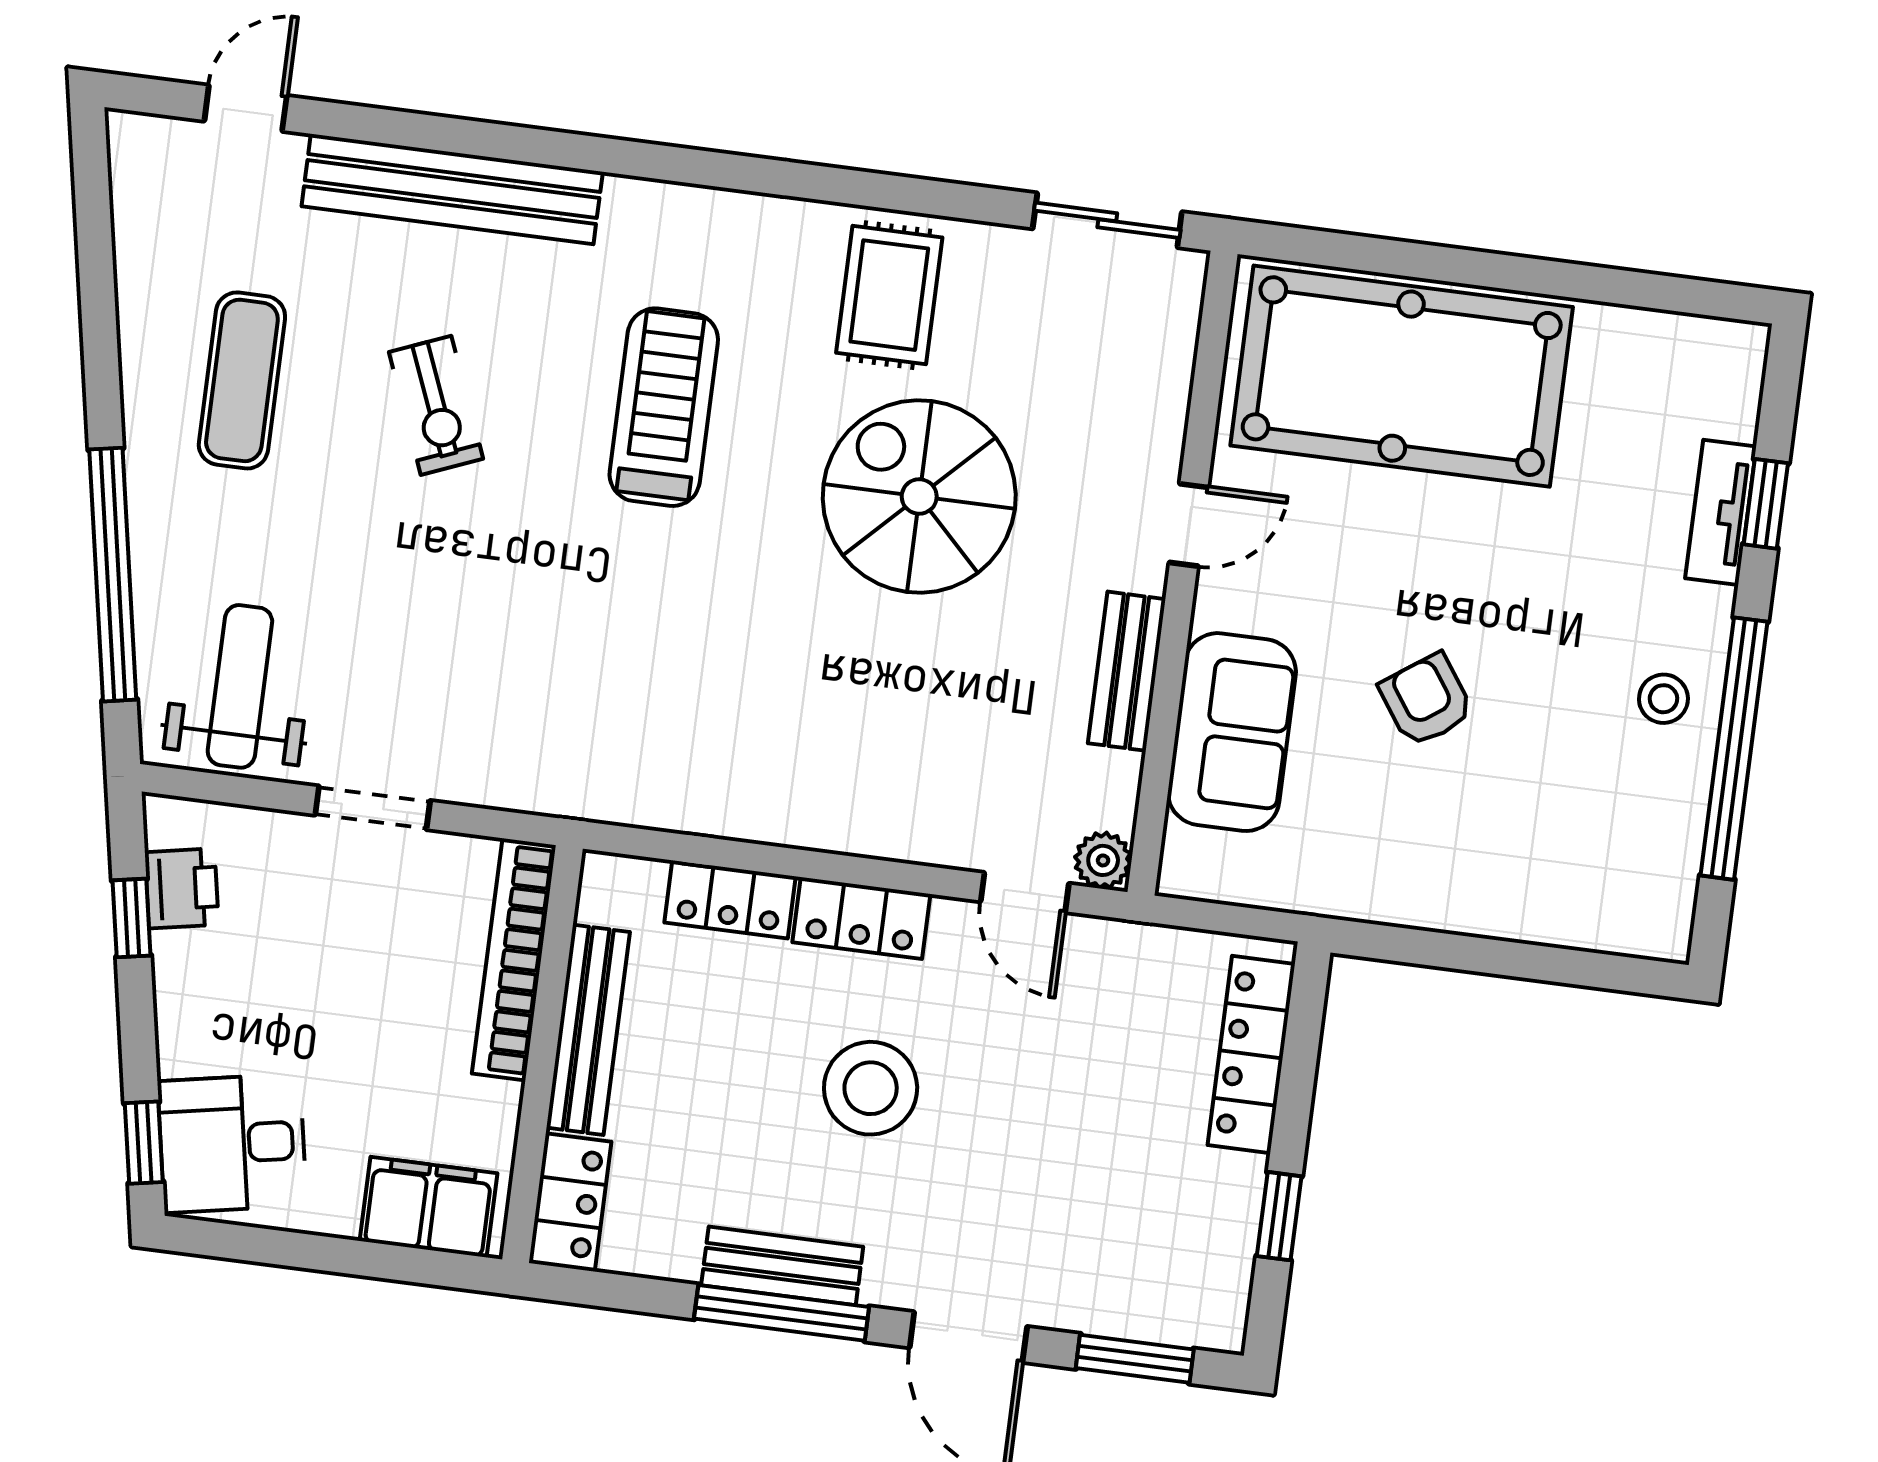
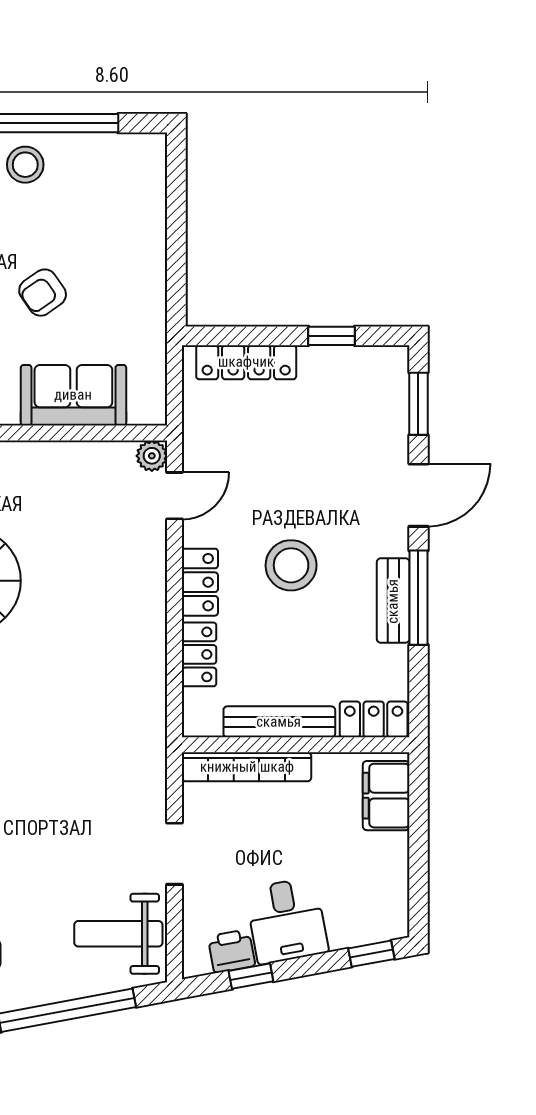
bench: (1127, 671) -> (48, 456), removed
stool: (1663, 699) -> (25, 165), width x1.37, depth x1.37
desk: (232, 1143) -> (287, 921), moved

